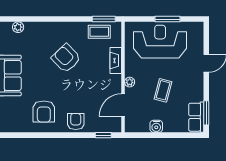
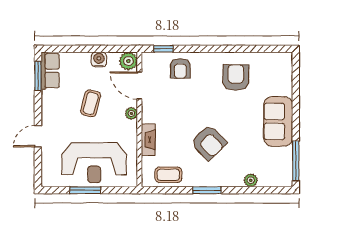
window: (104, 19) -> (207, 190), moved
plant: (18, 27) -> (251, 180), moved
door: (123, 105) -> (139, 85), swing flipped
armchair: (76, 122) -> (180, 68), moved
plant: (132, 125) -> (128, 61), added

